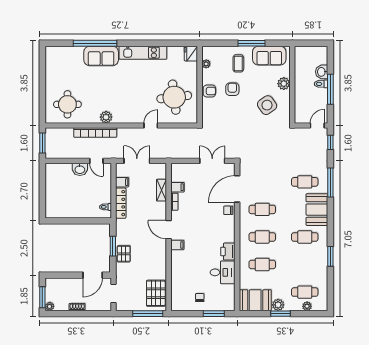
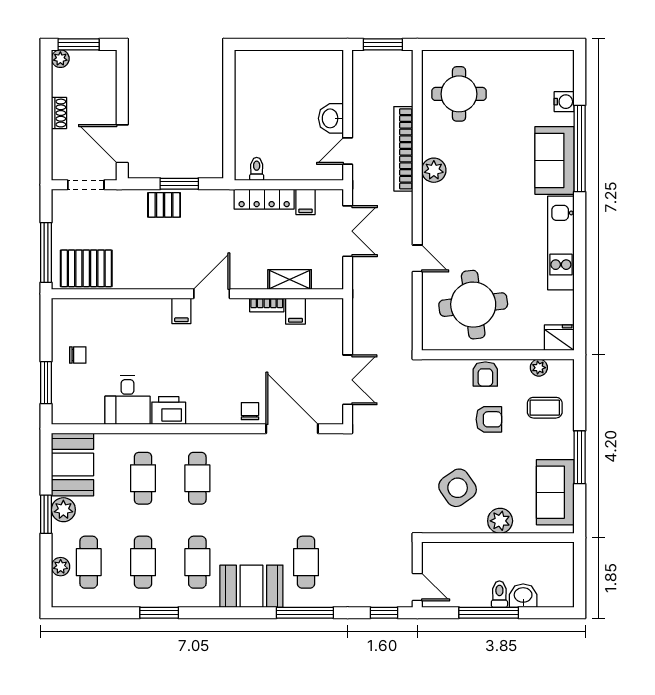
water cooler: (71, 51) -> (564, 102), added
coffee table: (238, 63) -> (545, 408), moved
cafe table: (262, 209) -> (143, 562), moved

